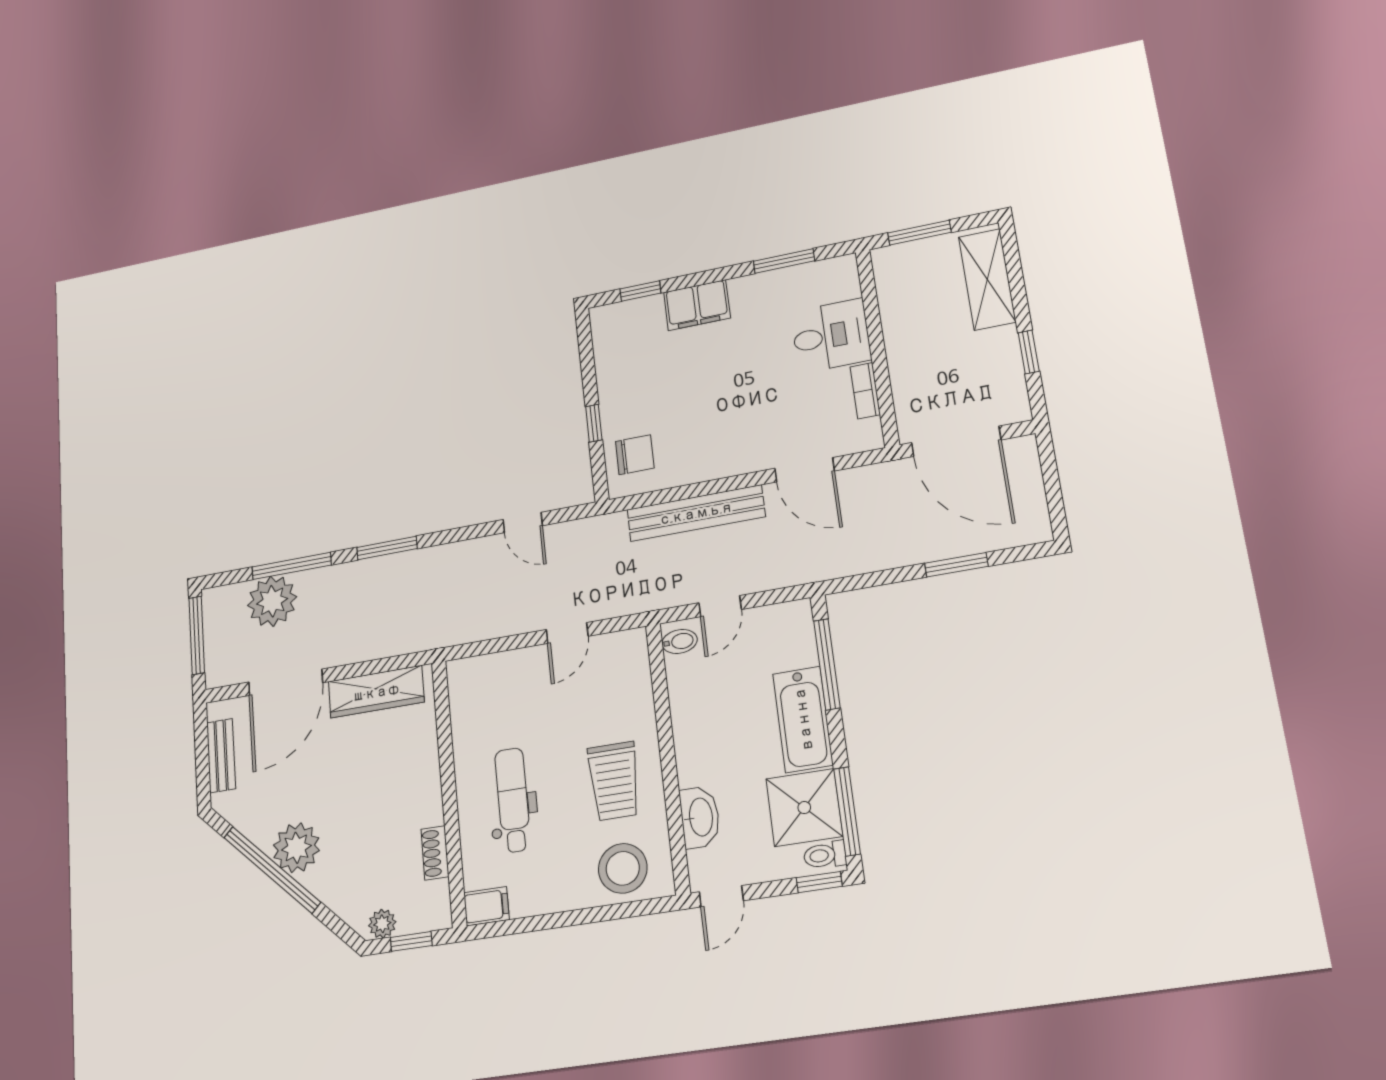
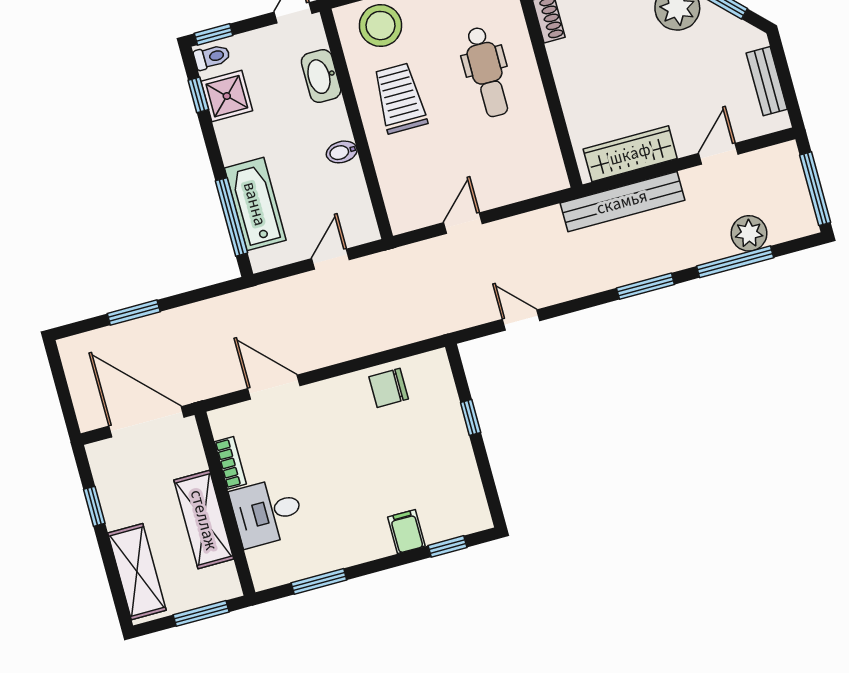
filing cabinet: (697, 305) -> (406, 532), width x0.50
shelving: (903, 332) -> (204, 520), added
chair: (635, 455) -> (389, 388), moved
bench: (696, 513) -> (622, 202), moved
plant: (272, 601) -> (749, 233), width x0.73, depth x0.73
bidet: (679, 641) -> (342, 152), moved
door: (286, 682) -> (718, 154), width x0.53
bathtub: (803, 719) -> (255, 204), moved
shower: (804, 808) -> (227, 96), width x0.73, depth x0.73
window: (847, 811) -> (198, 95), width x0.46

